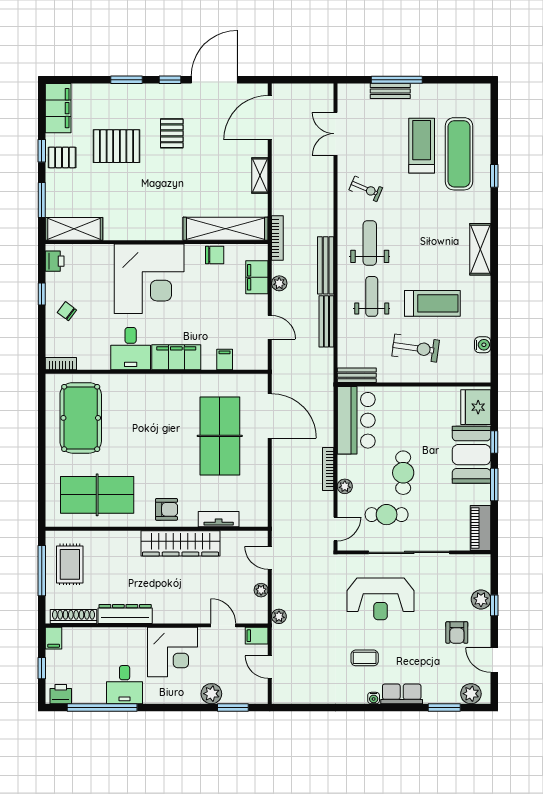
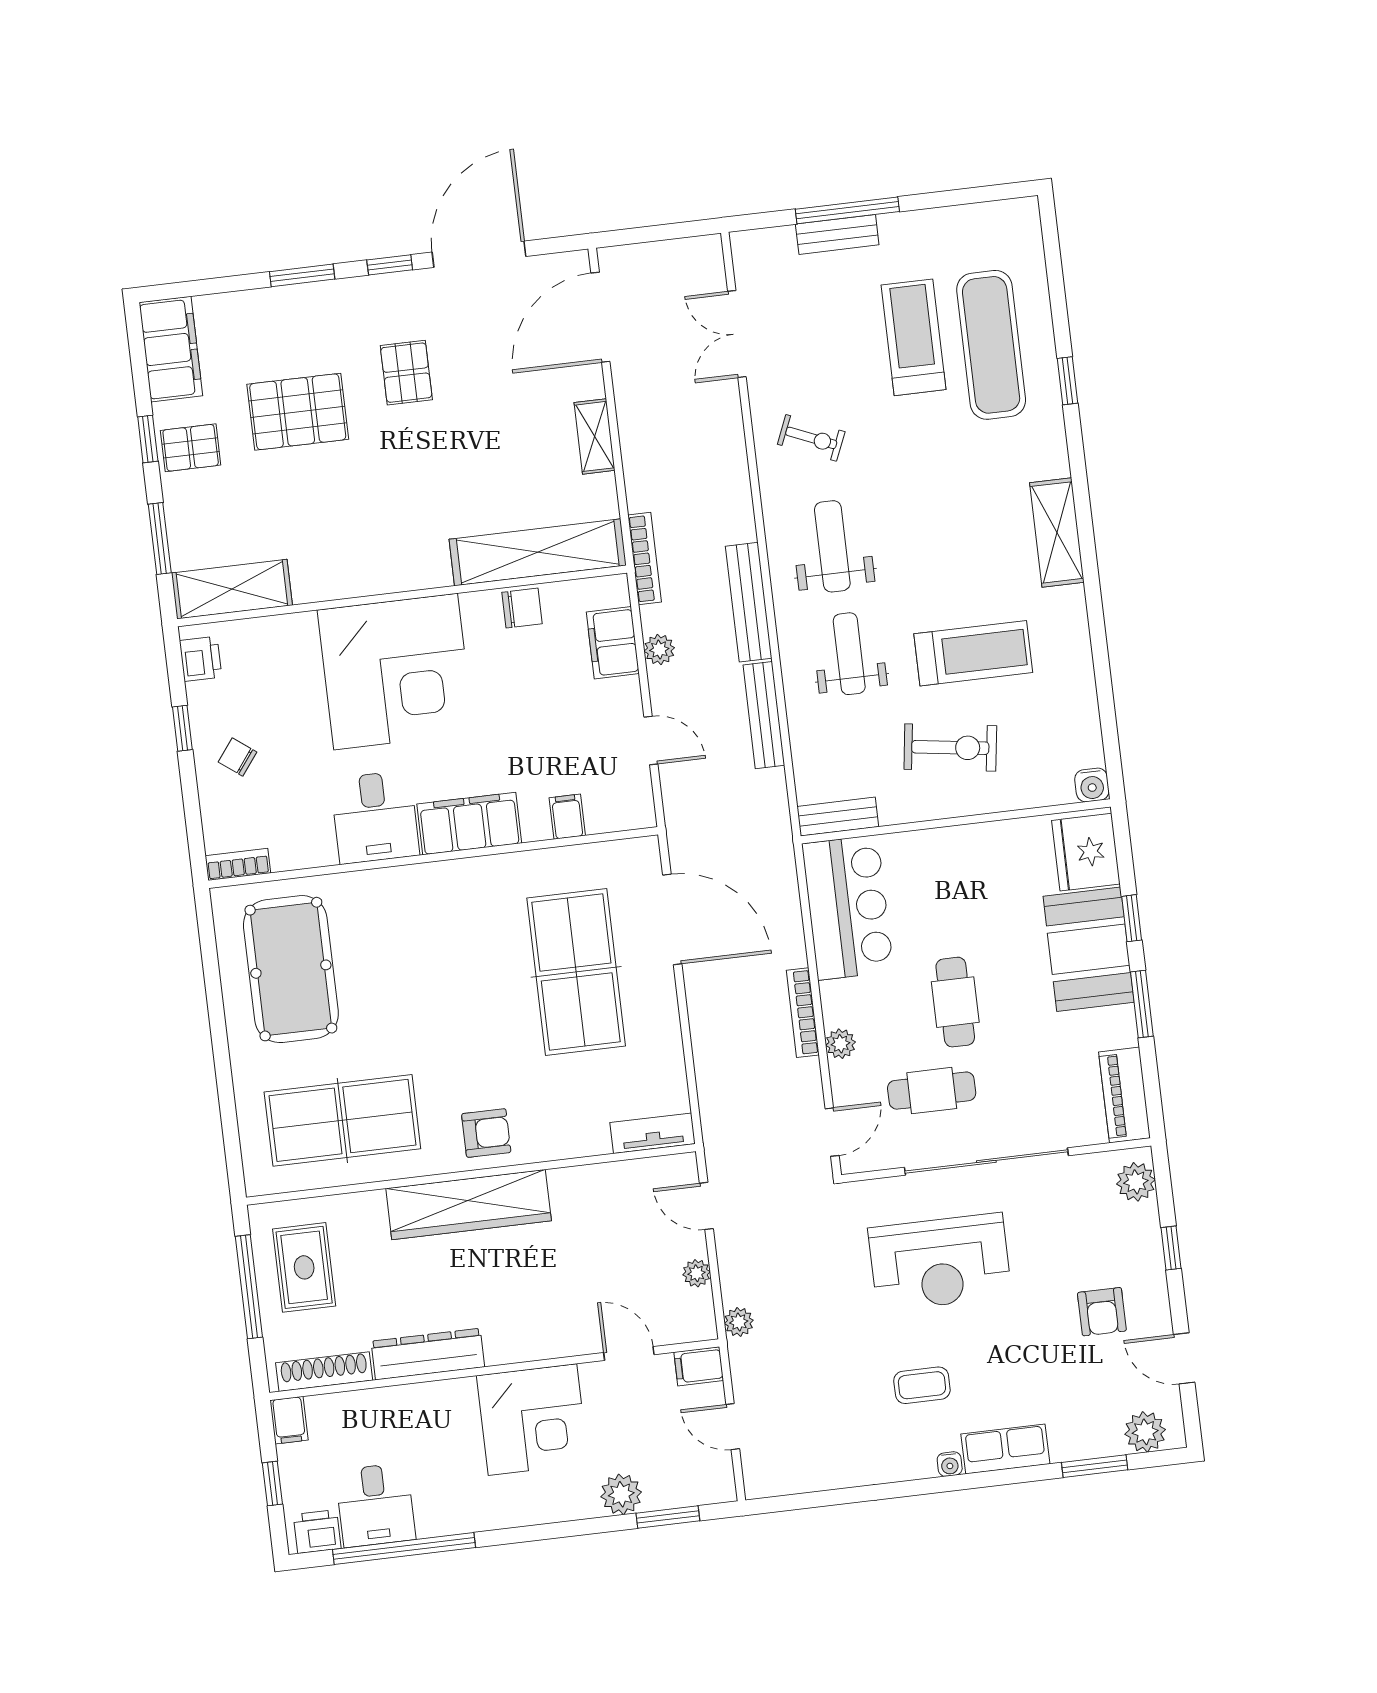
water cooler: (483, 345) -> (1092, 785), moved, turned 90
tv unit: (219, 519) -> (653, 1133), moved
wardrobe: (180, 543) -> (469, 1205), moved
plant: (481, 599) -> (1136, 1182), moved
desk: (125, 685) -> (375, 1505), moved

